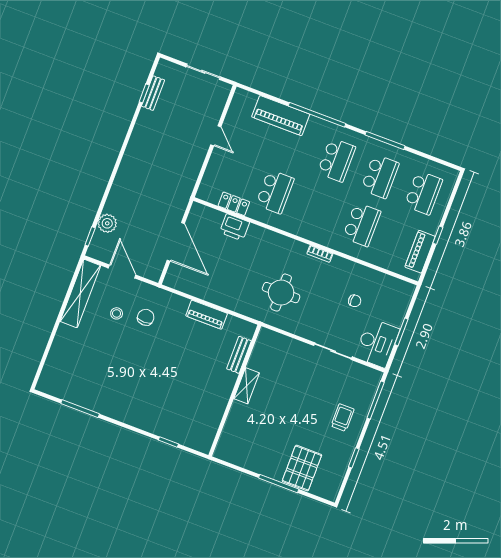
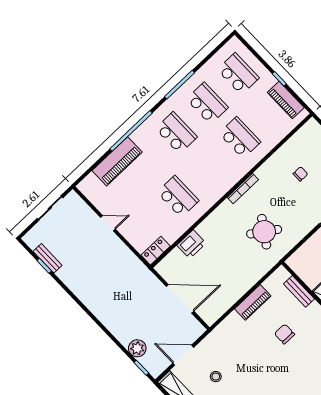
locker: (234, 204) -> (156, 251), moved
bookcase: (320, 254) -> (243, 188), width x1.56
round table: (281, 293) -> (264, 232), turned 34
chair: (146, 317) -> (285, 334), moved

